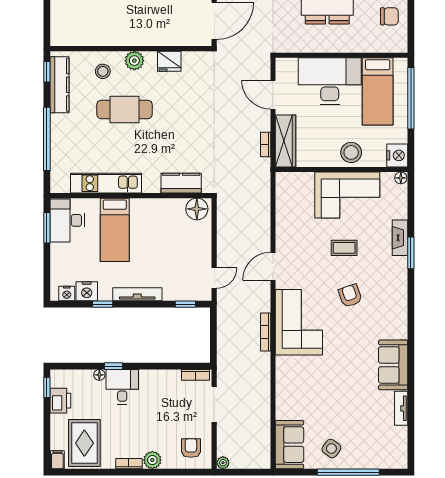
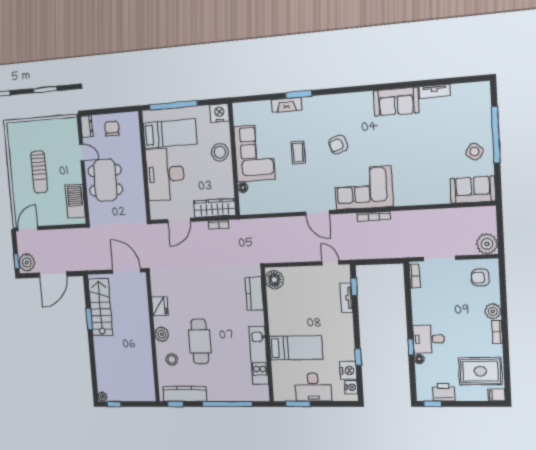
floor lamp: (401, 178) -> (243, 188), moved
desk: (67, 220) -> (313, 387), moved
tv unit: (137, 294) -> (346, 298), moved, width x0.71
plant: (223, 463) -> (487, 244), width x1.87, depth x1.87

